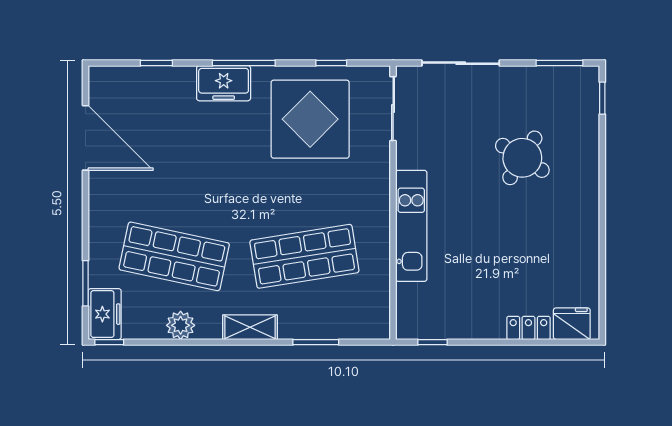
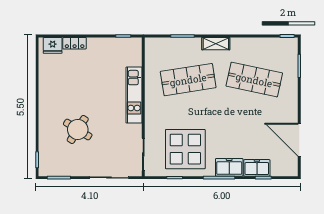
freezer: (105, 314) -> (257, 168), moved, turned 90
plant: (181, 325) -> (251, 45), removed

